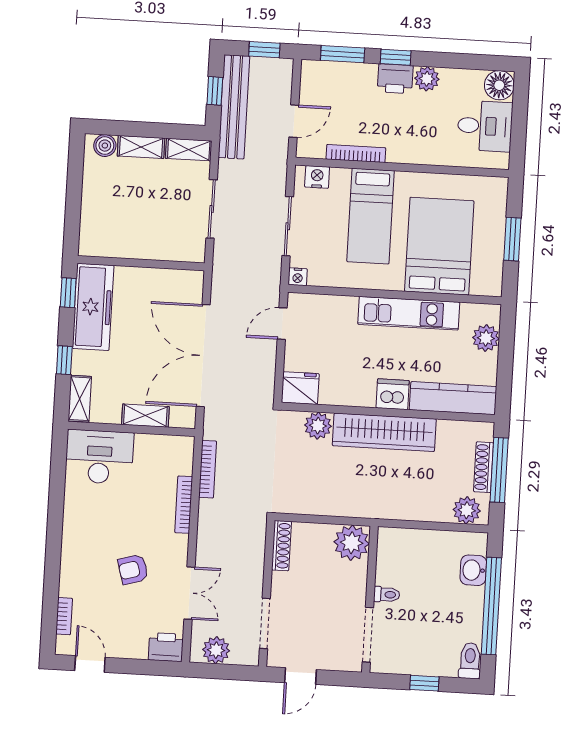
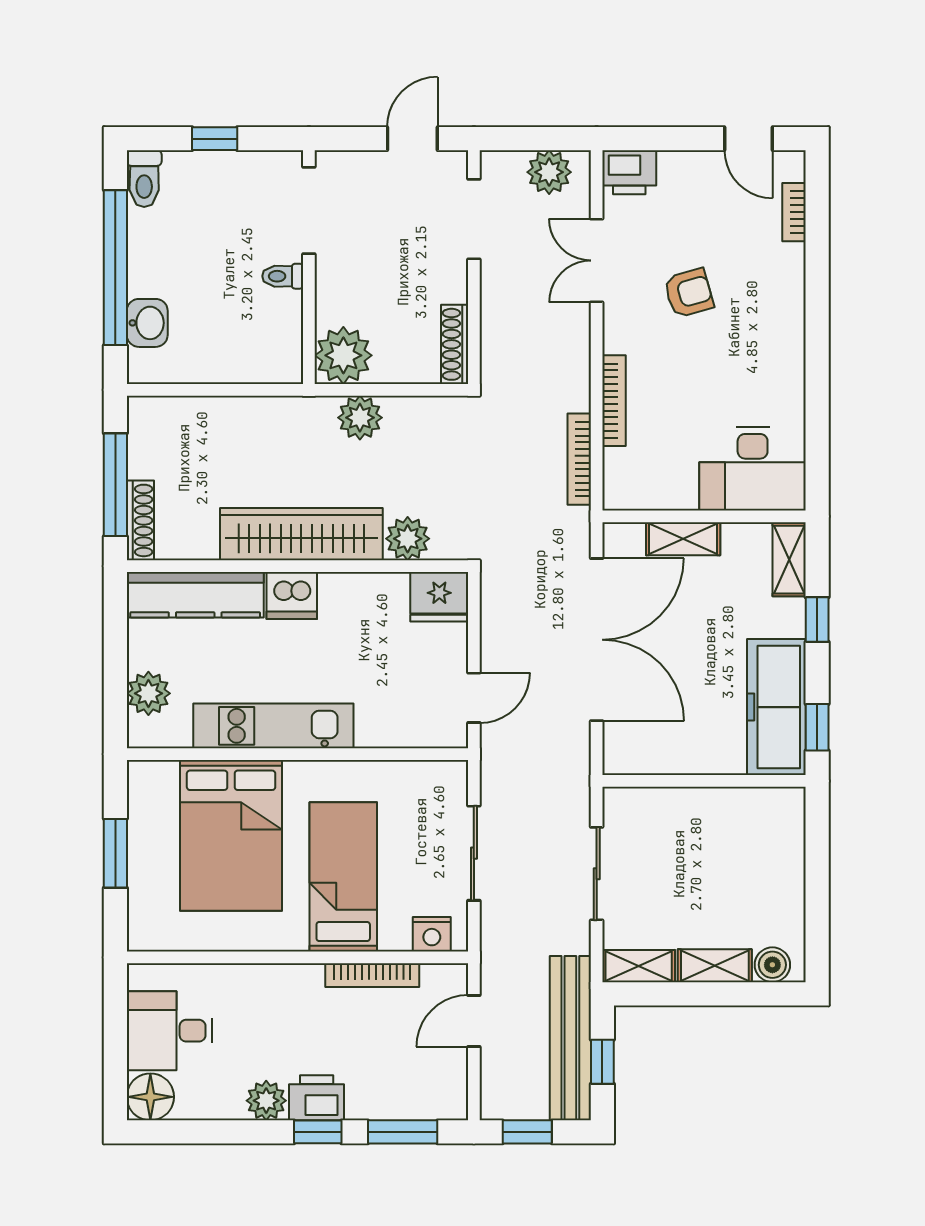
nightstand: (298, 277) -> (454, 774), removed
shoe rack: (484, 467) -> (140, 520), moved
plant: (467, 510) -> (360, 418), moved

